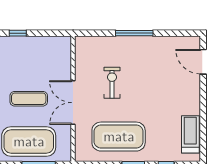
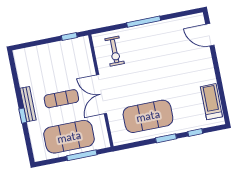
window: (18, 33) -> (69, 36), moved
exercise bike: (112, 83) -> (115, 51), moved, turned 180

